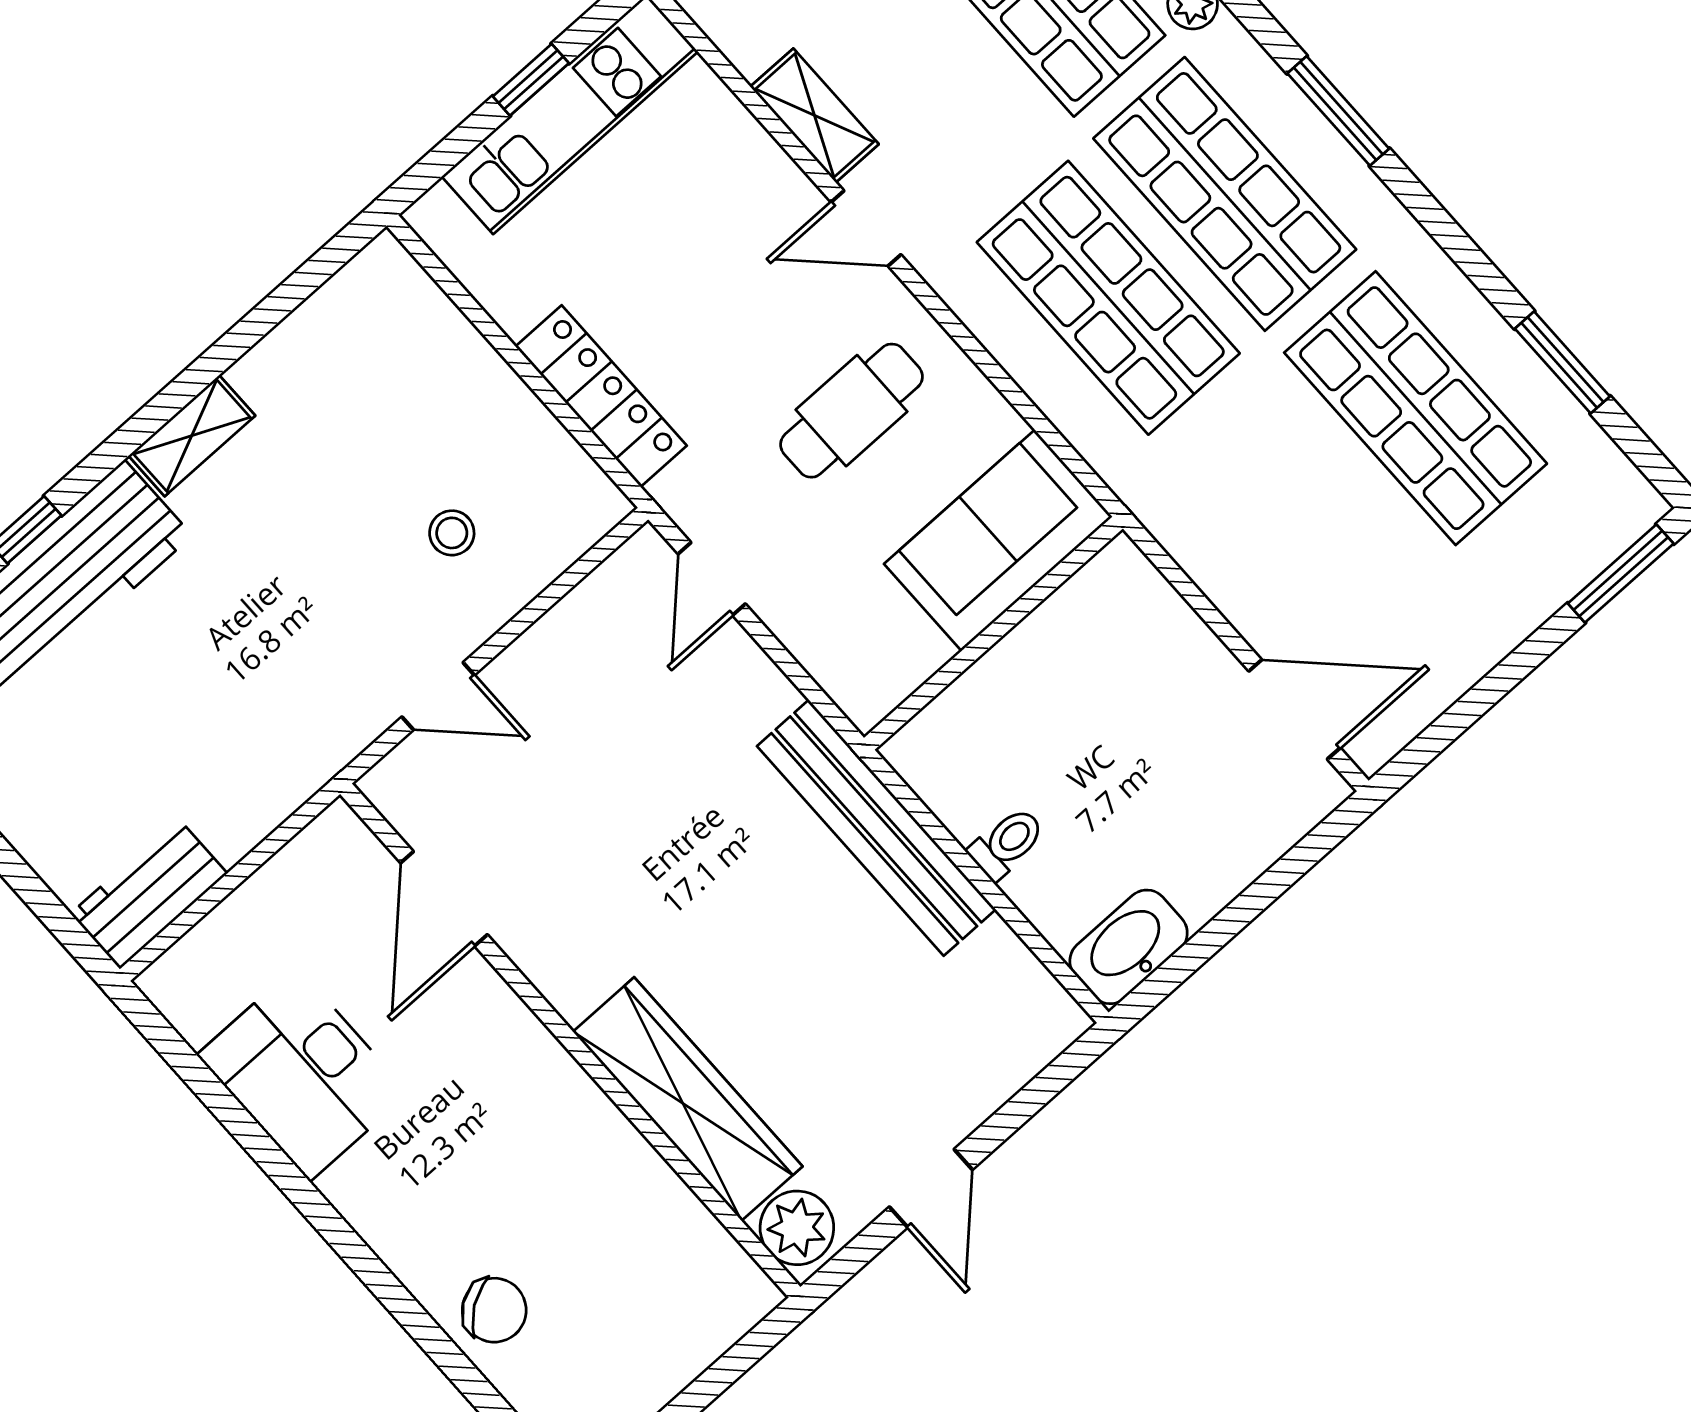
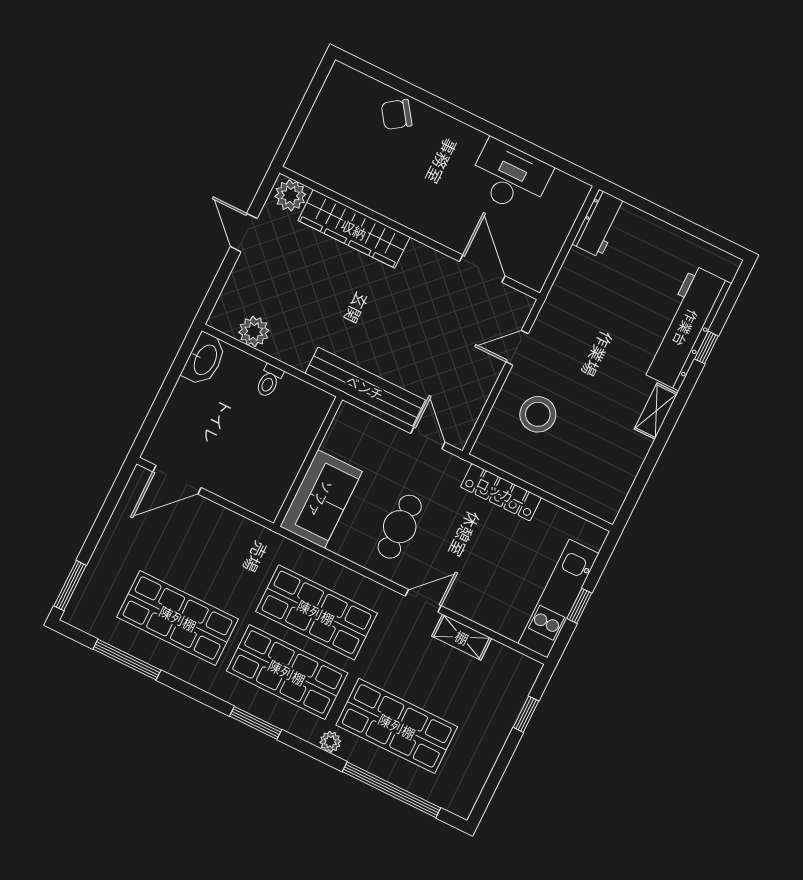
window: (1562, 362) -> (127, 660), width x1.44
stool: (452, 533) -> (538, 414), width x1.89, depth x1.89
bench: (876, 828) -> (365, 387), moved
plant: (996, 964) -> (254, 331), added

